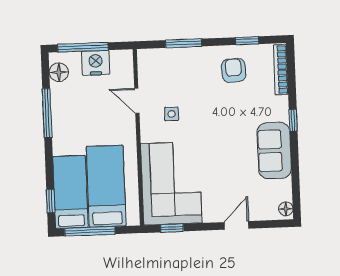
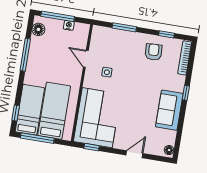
nightstand: (96, 63) -> (69, 25), width x0.53, depth x0.56

